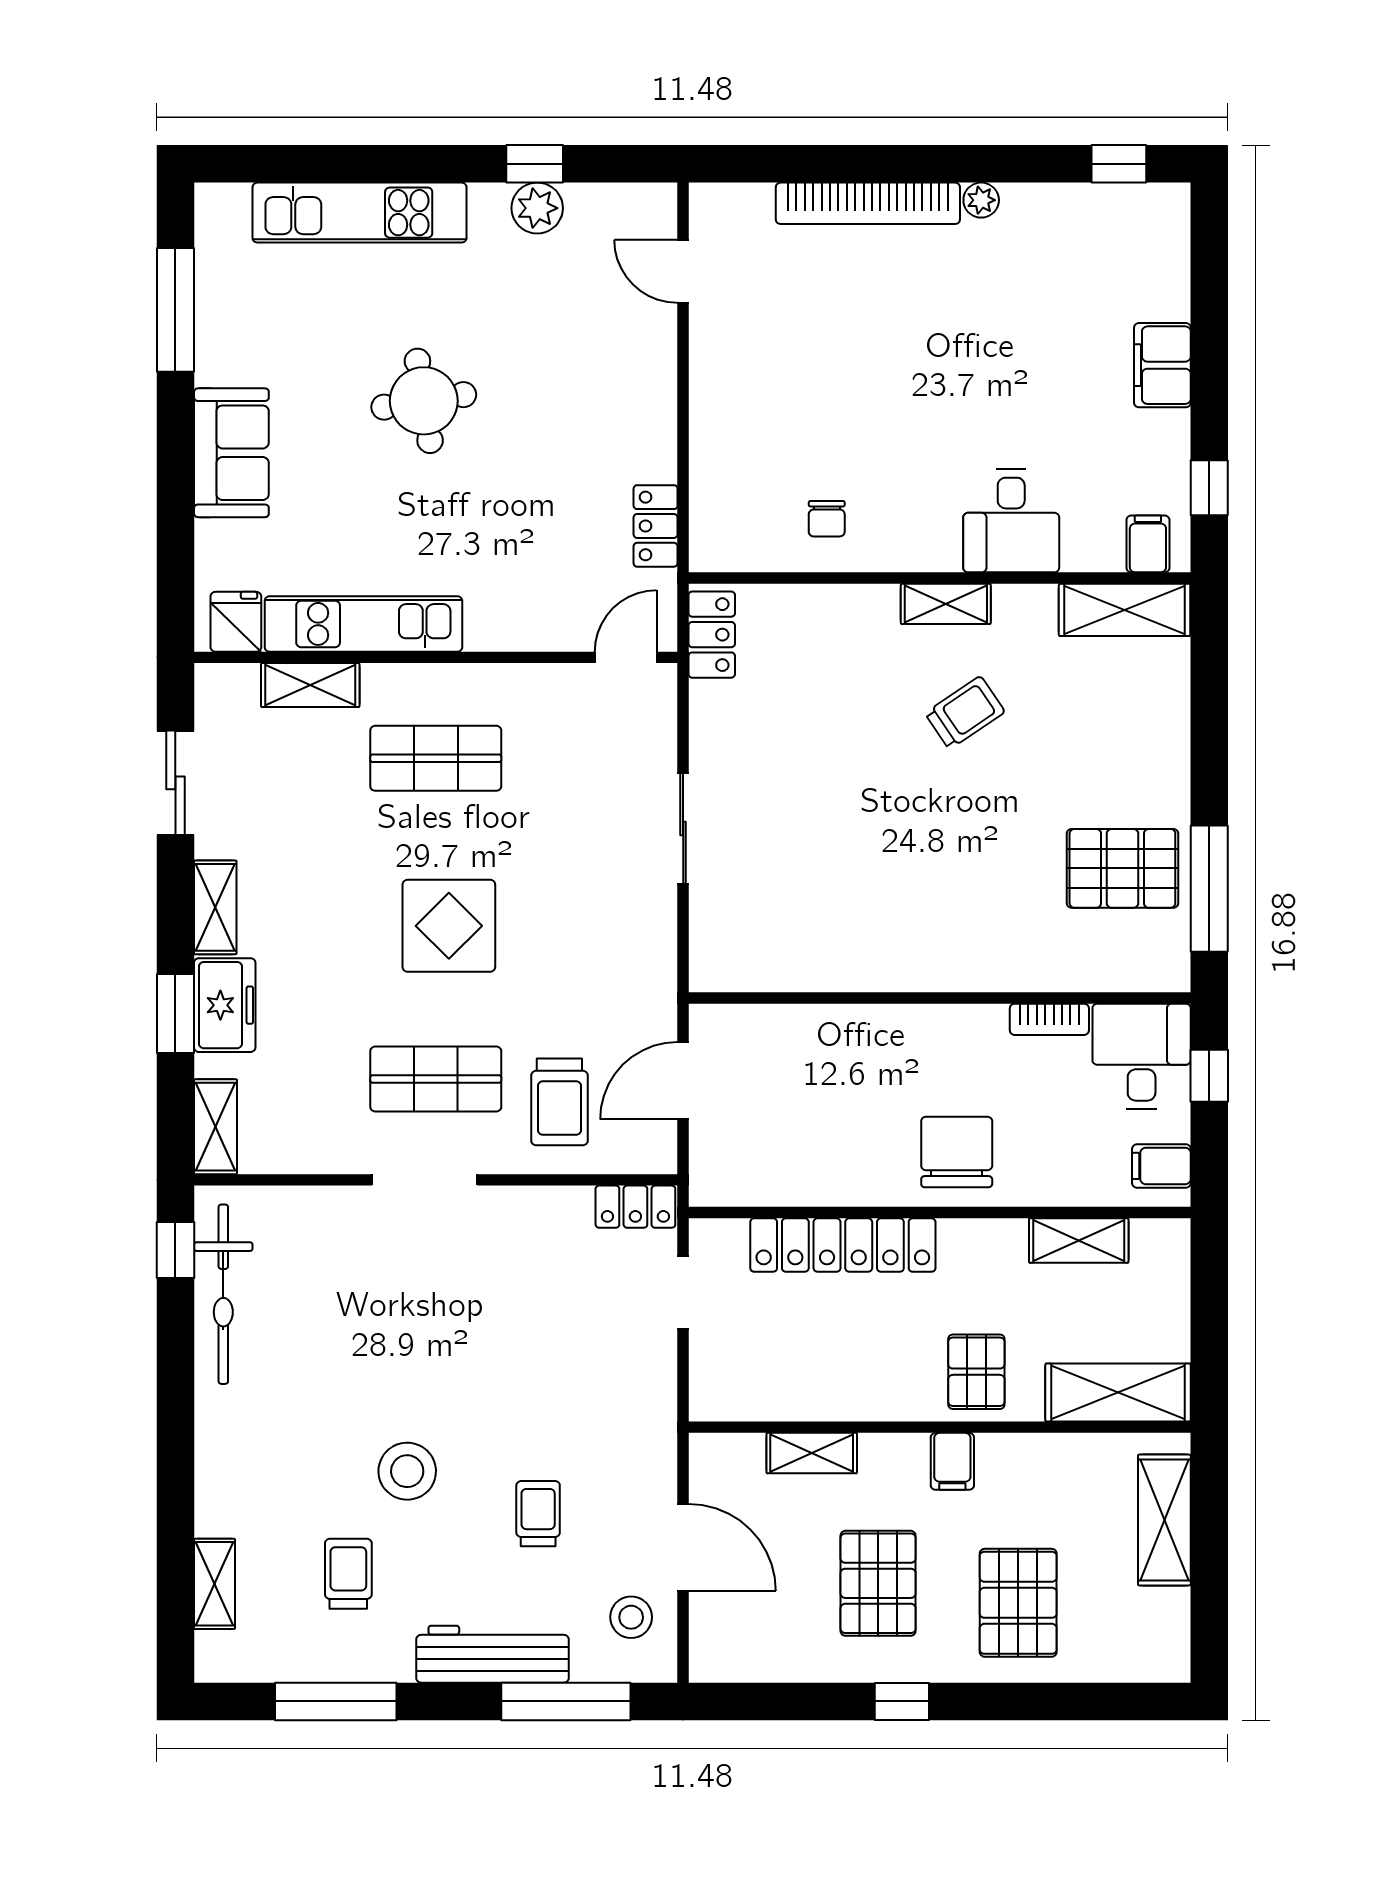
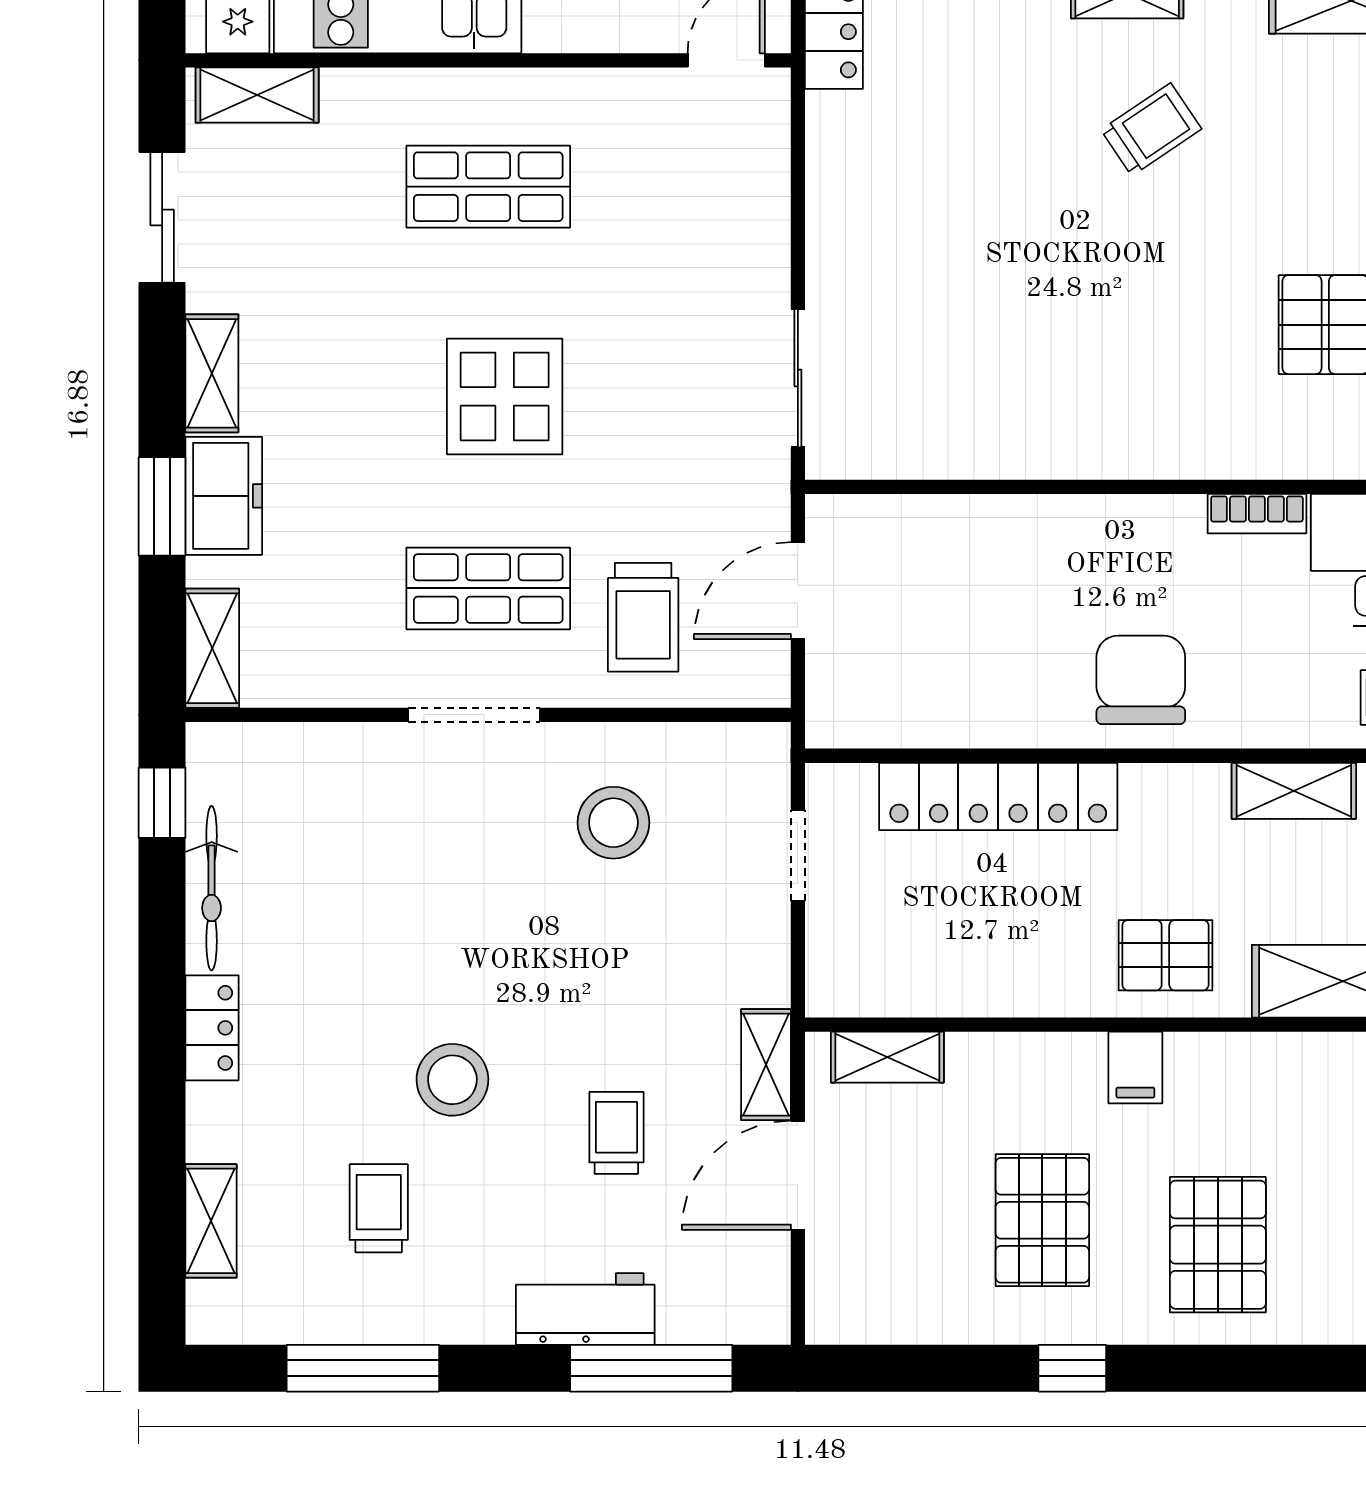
shelving: (310, 685) -> (257, 95), moved
sliding door: (683, 828) -> (798, 378), moved
locker: (635, 1207) -> (212, 1028), moved, turned -90
bicycle: (223, 1294) -> (212, 888), width x0.73, depth x0.71
pallet: (976, 1372) -> (1165, 955), turned 90
shelving: (812, 1453) -> (887, 1057), moved
shelving: (658, 1459) -> (766, 1065), added
door: (683, 1547) -> (798, 1175), swing flipped
stool: (631, 1617) -> (613, 823), moved, width x1.38, depth x1.38
workbench: (492, 1654) -> (585, 1309), width x0.73

